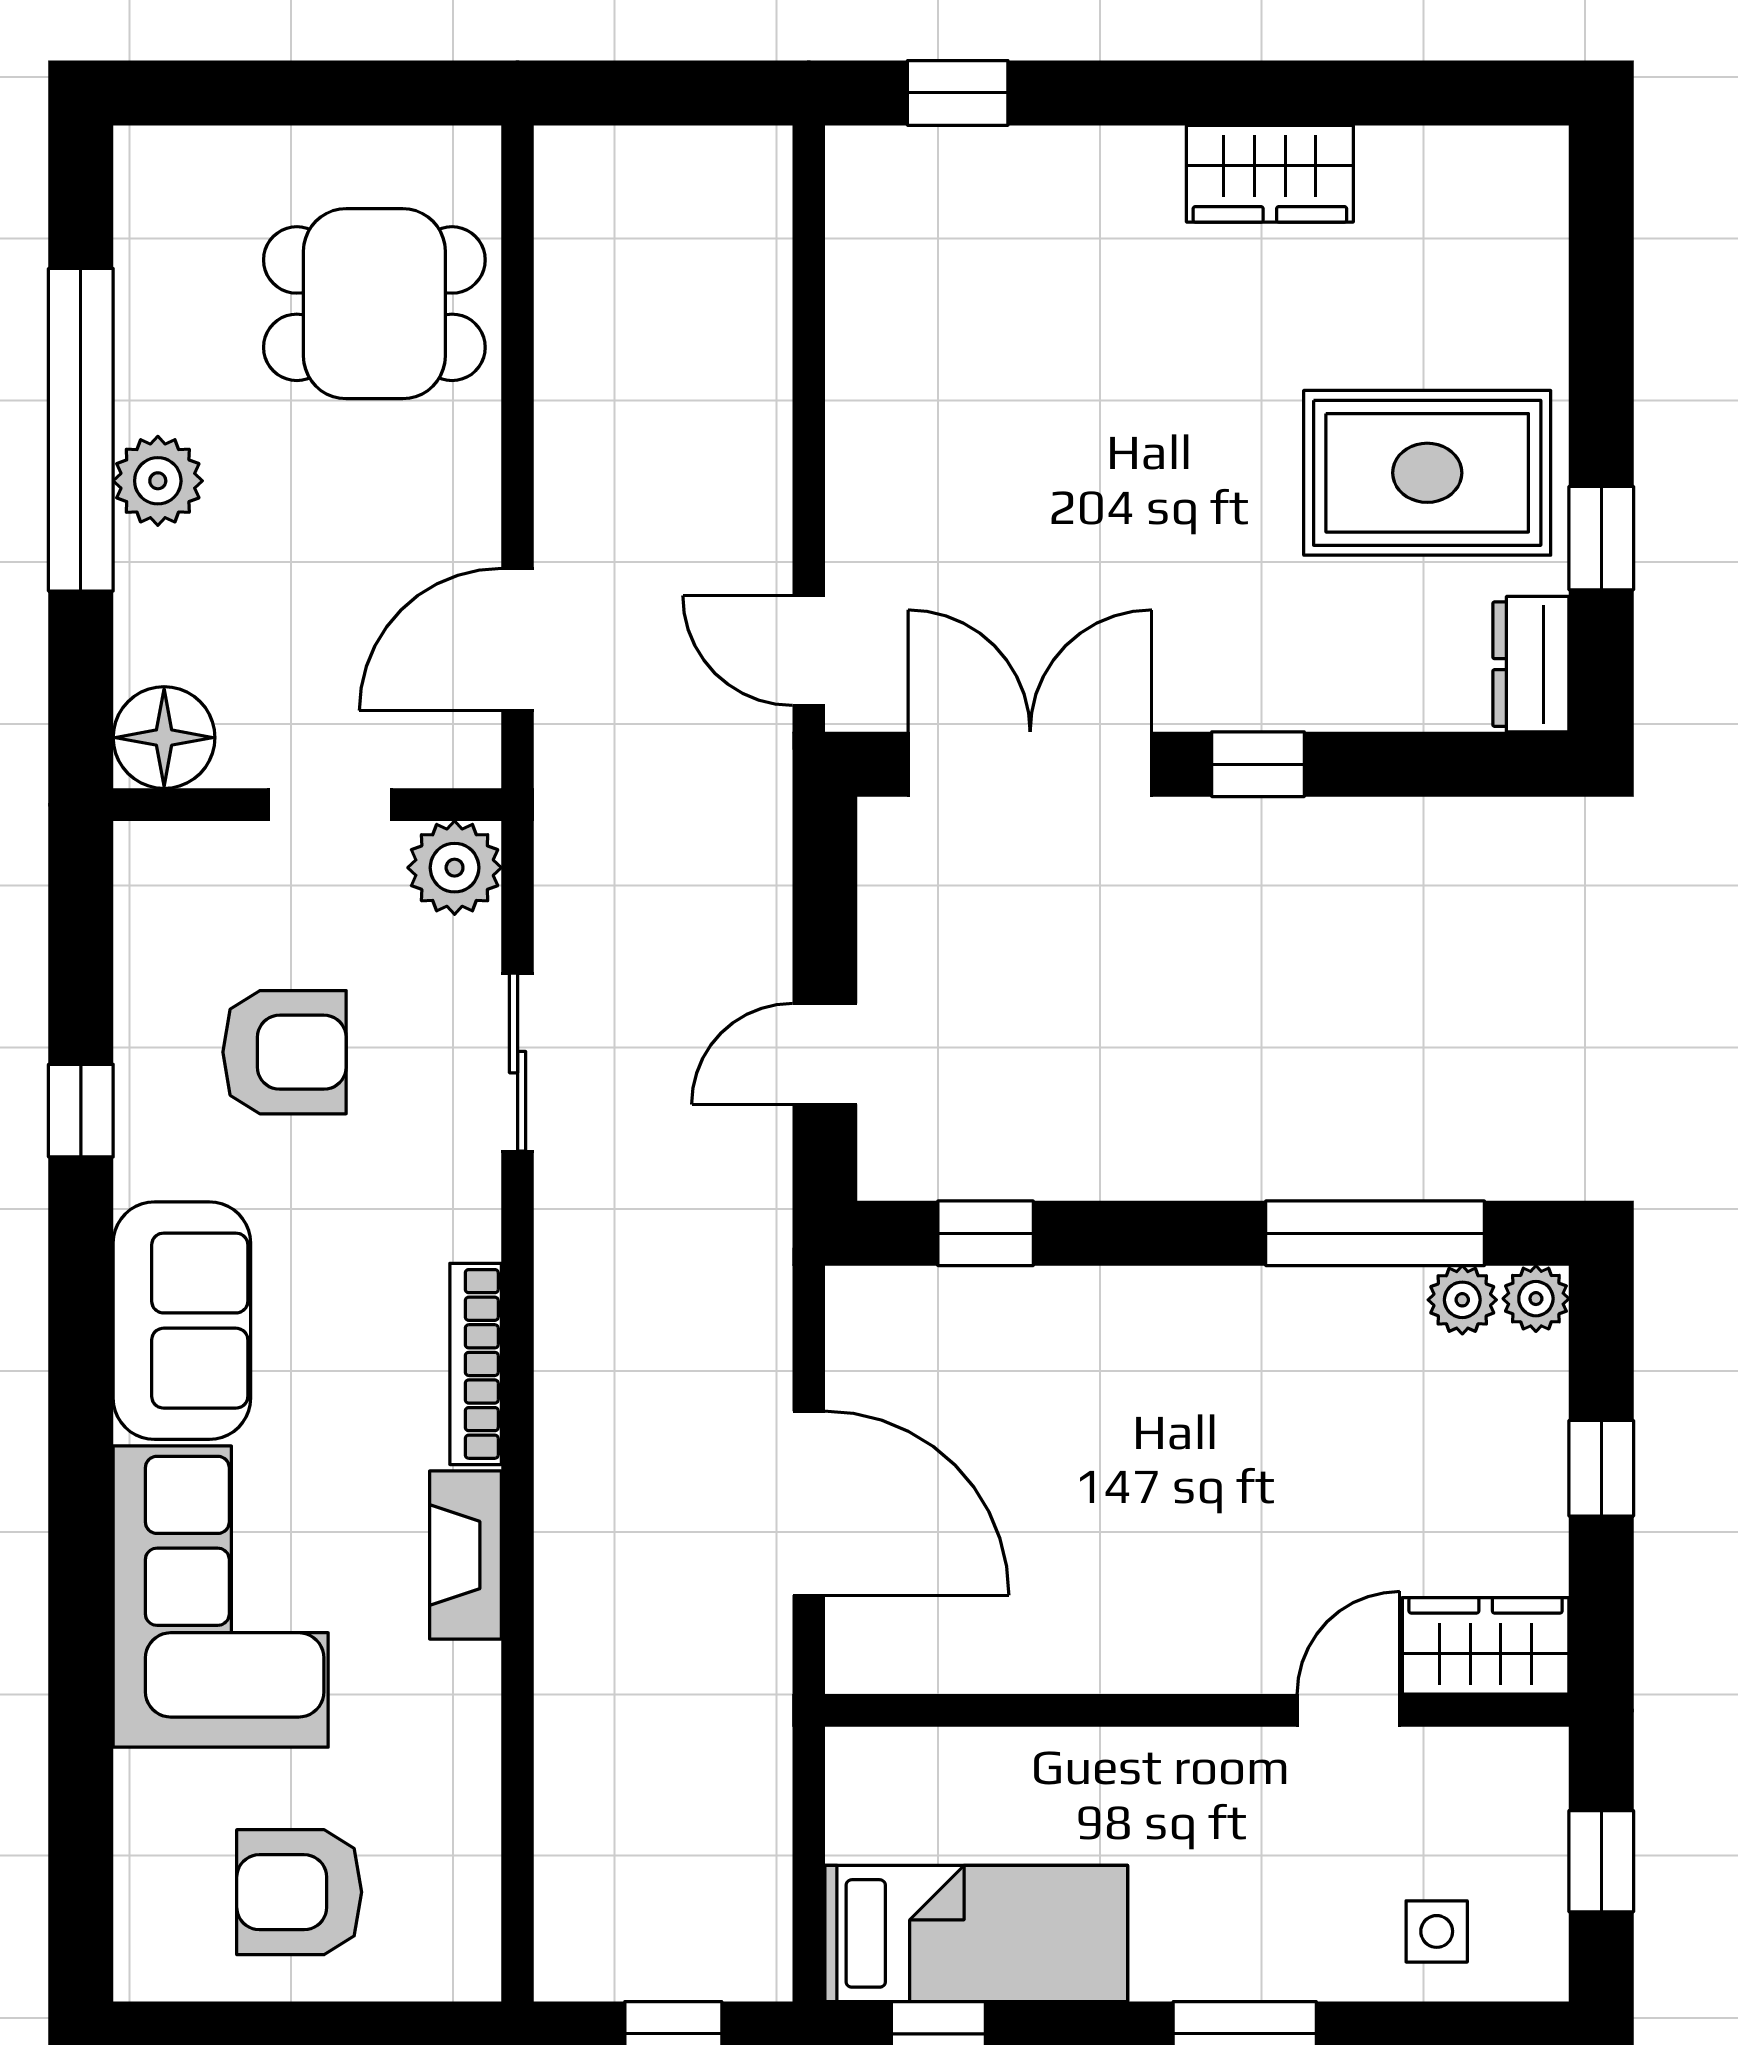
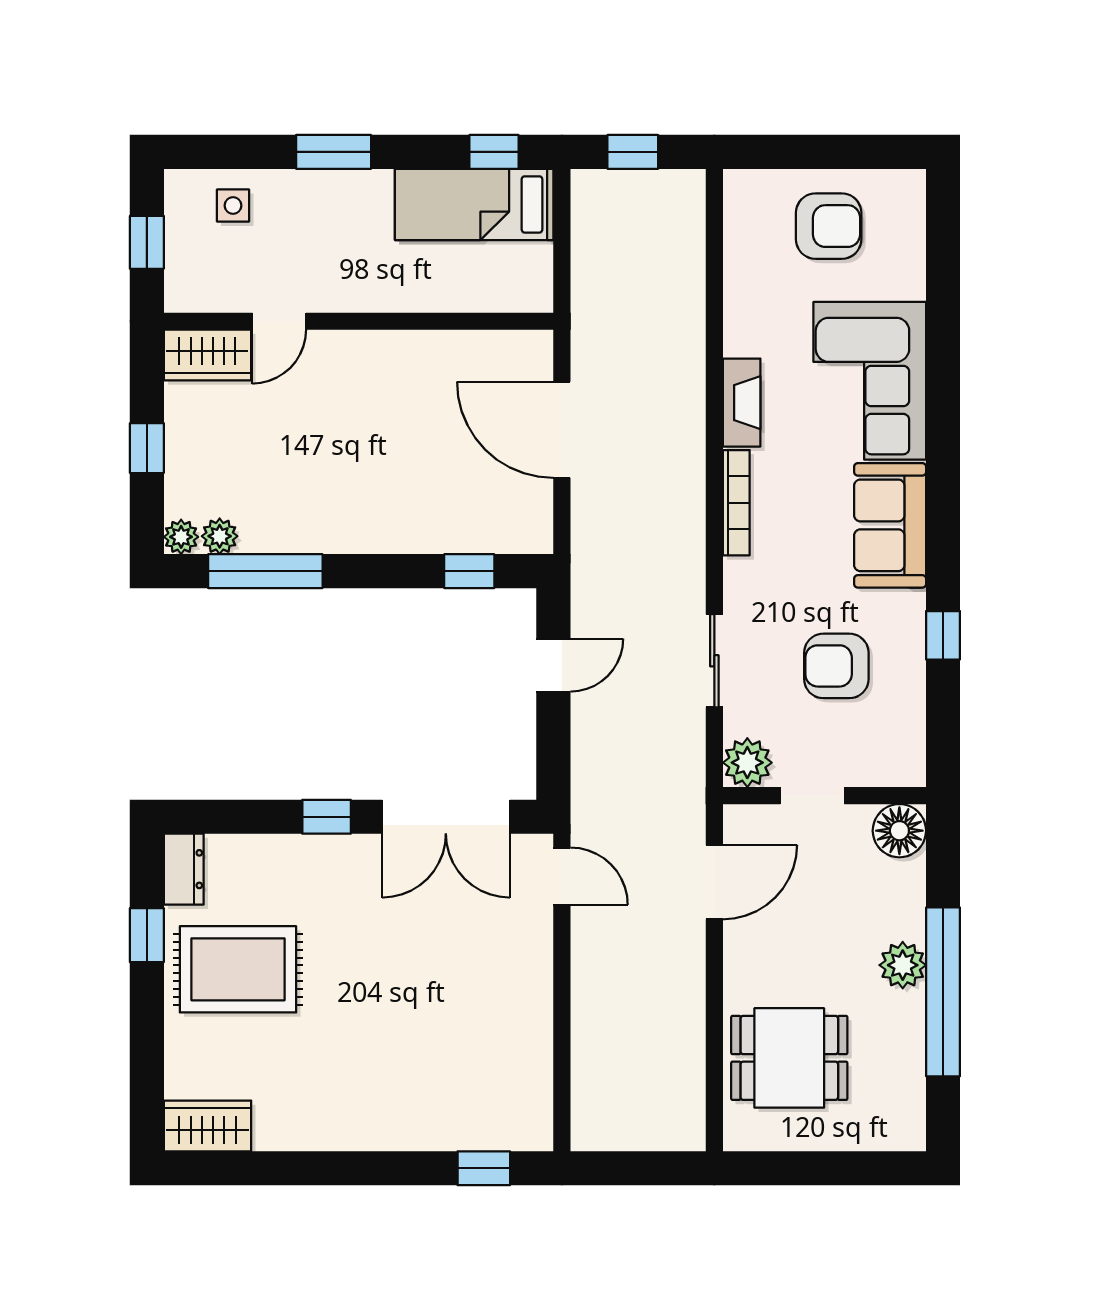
wardrobe: (1270, 174) -> (207, 1126), moved

